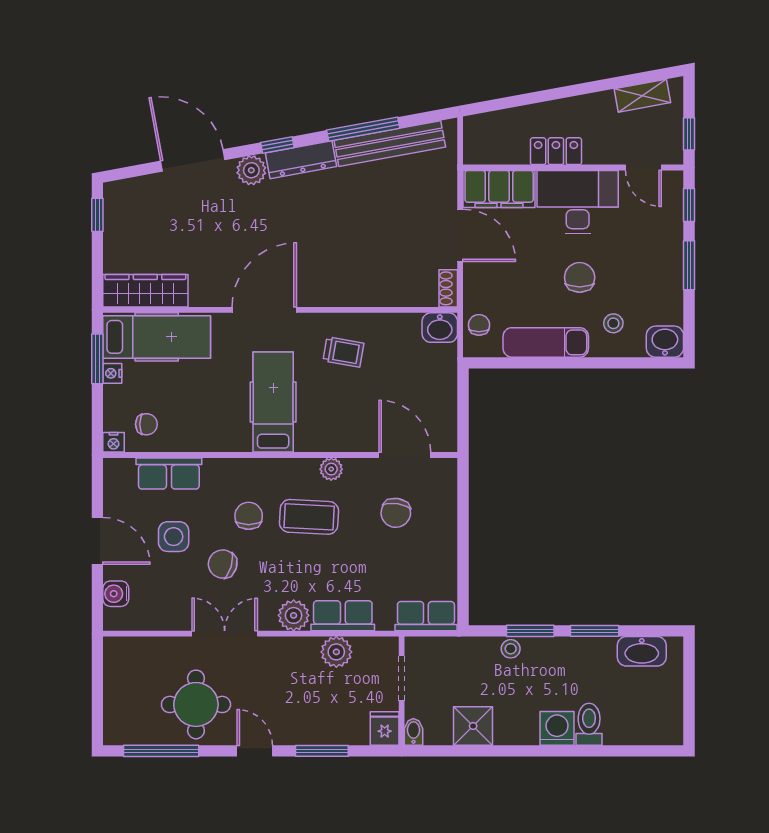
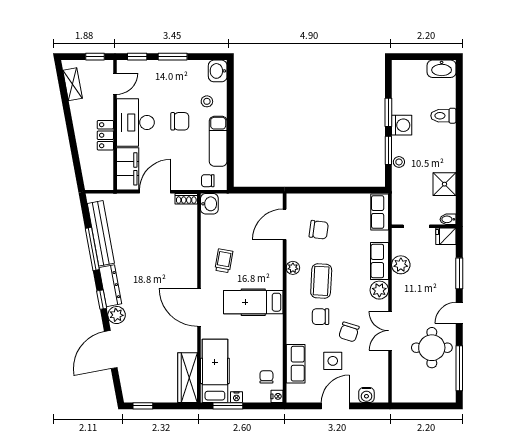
chair: (580, 277) -> (180, 121), turned 180
washbasin: (642, 651) -> (442, 69), moved, turned 90
washing machine: (557, 728) -> (402, 125), moved, turned 180

